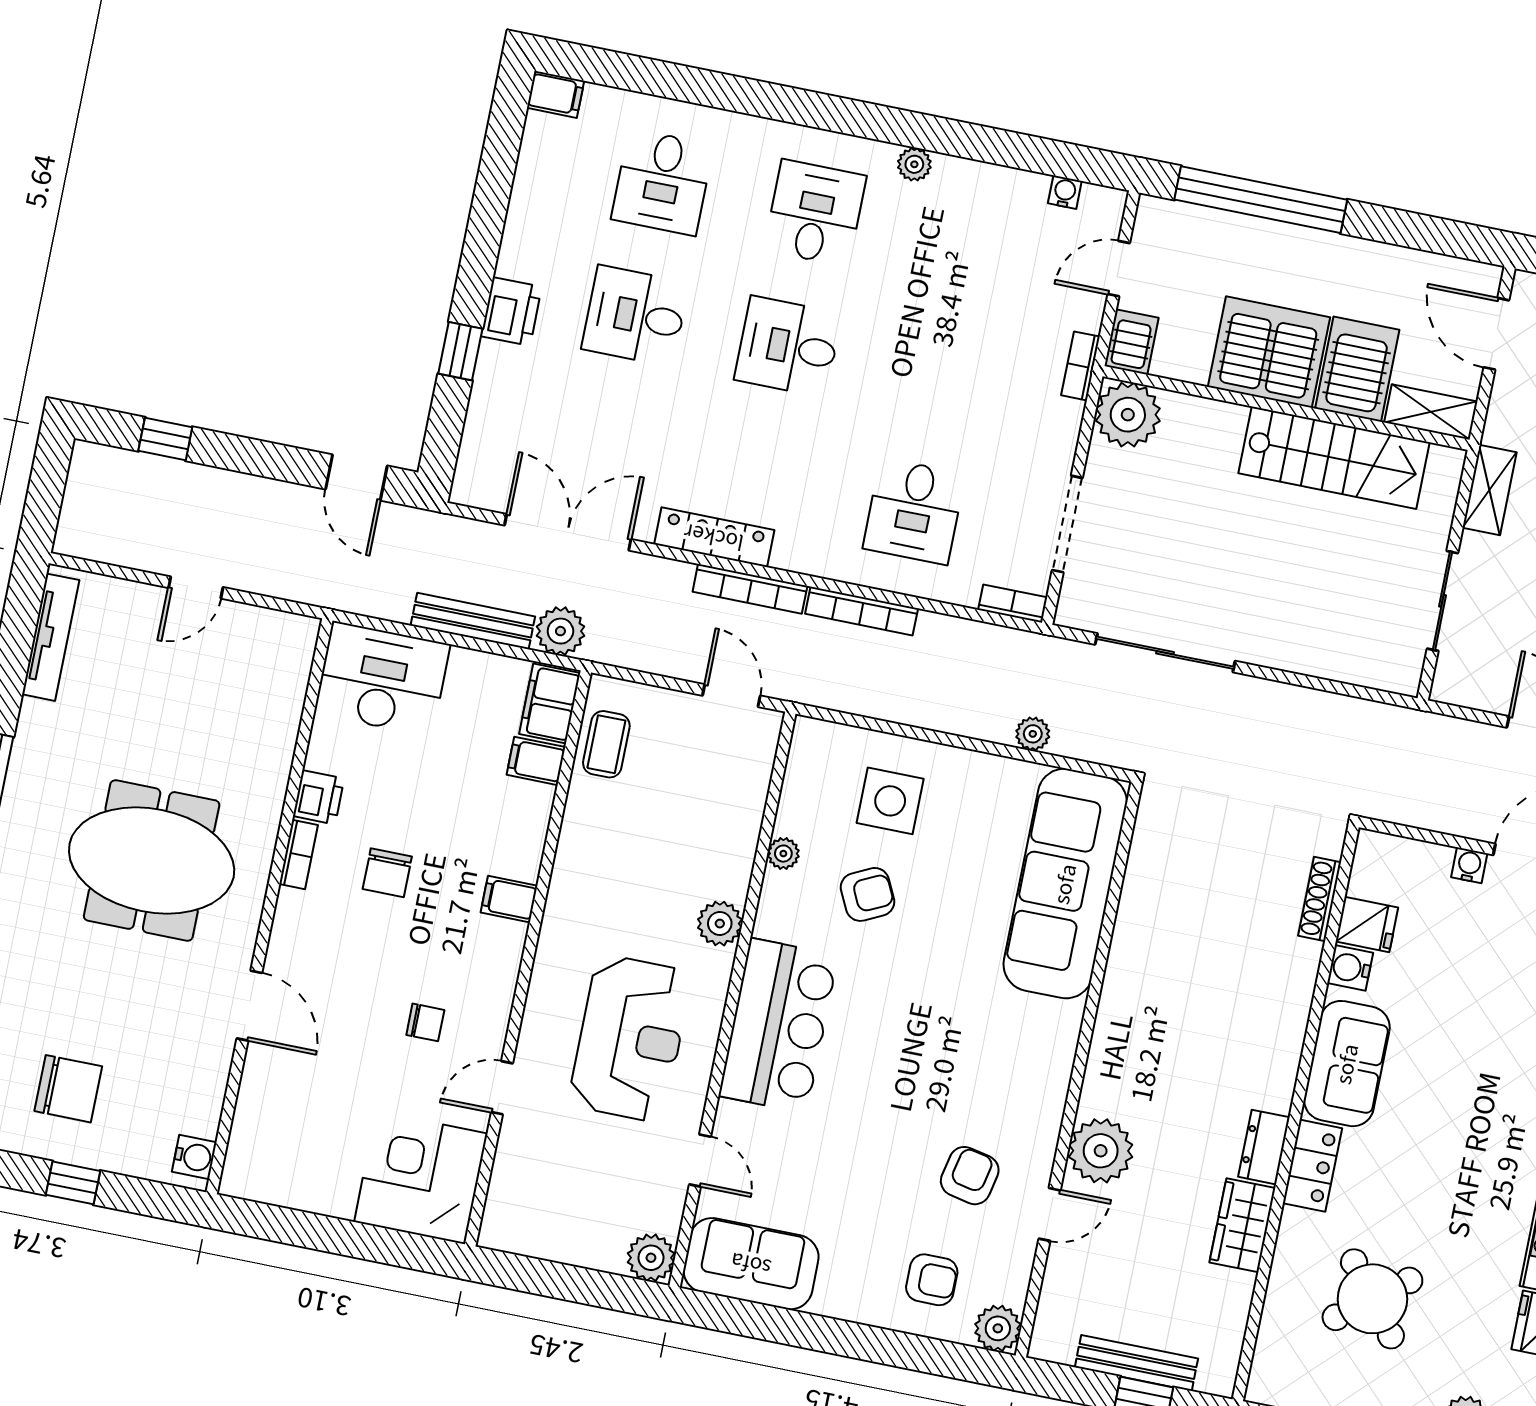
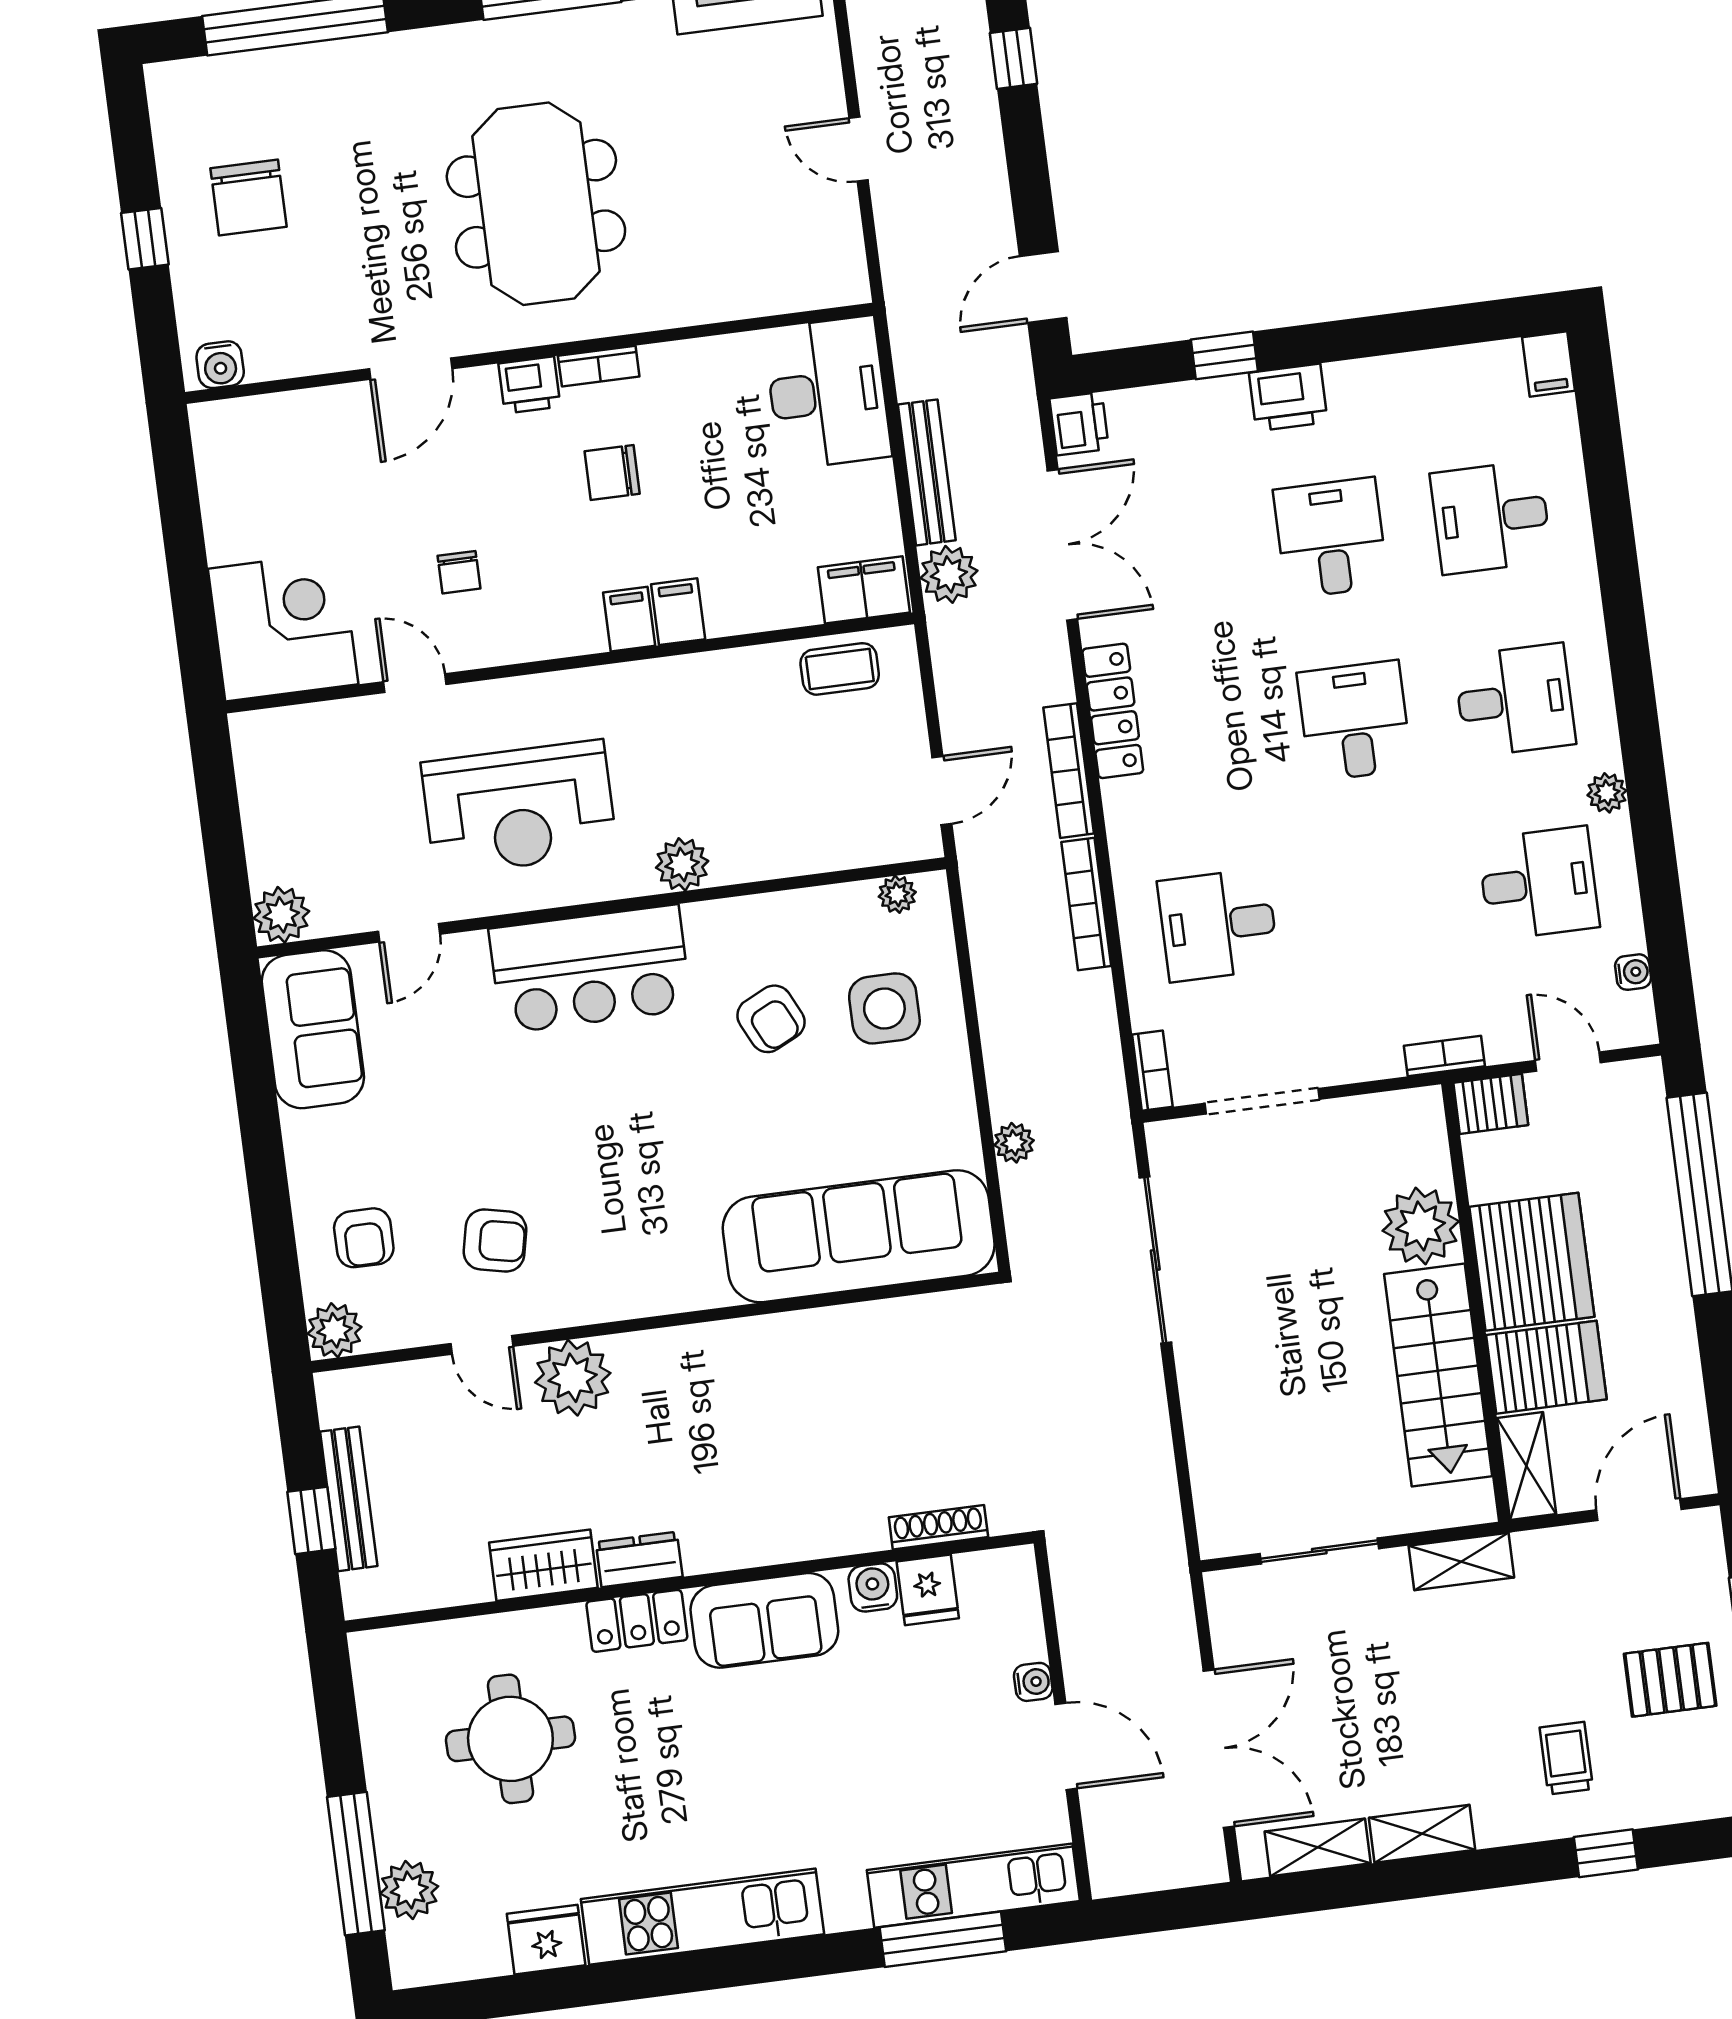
desk: (968, 244) -> (1538, 883), added
plant: (1128, 415) -> (1421, 1226), moved
printer: (475, 486) -> (1079, 424), added
filing cabinet: (536, 761) -> (678, 612), moved
printer: (319, 797) -> (529, 385), moved
plant: (783, 854) -> (897, 894), moved
round table: (1372, 1299) -> (510, 1739), turned 38

